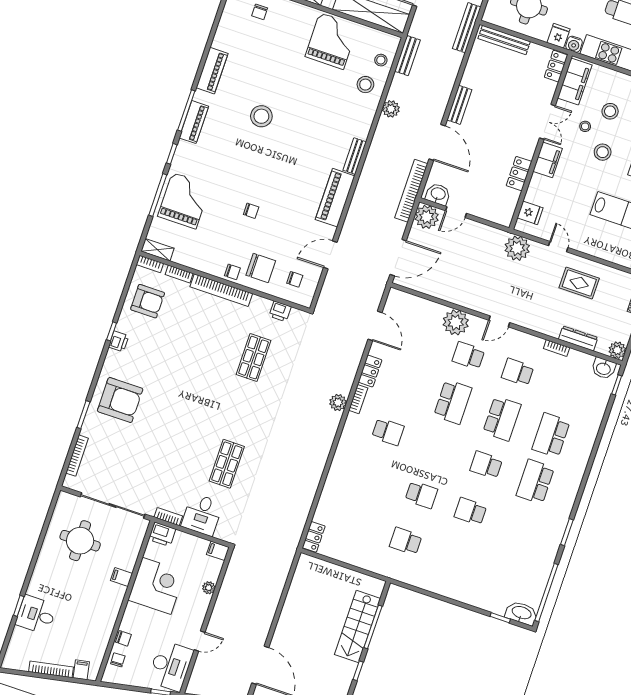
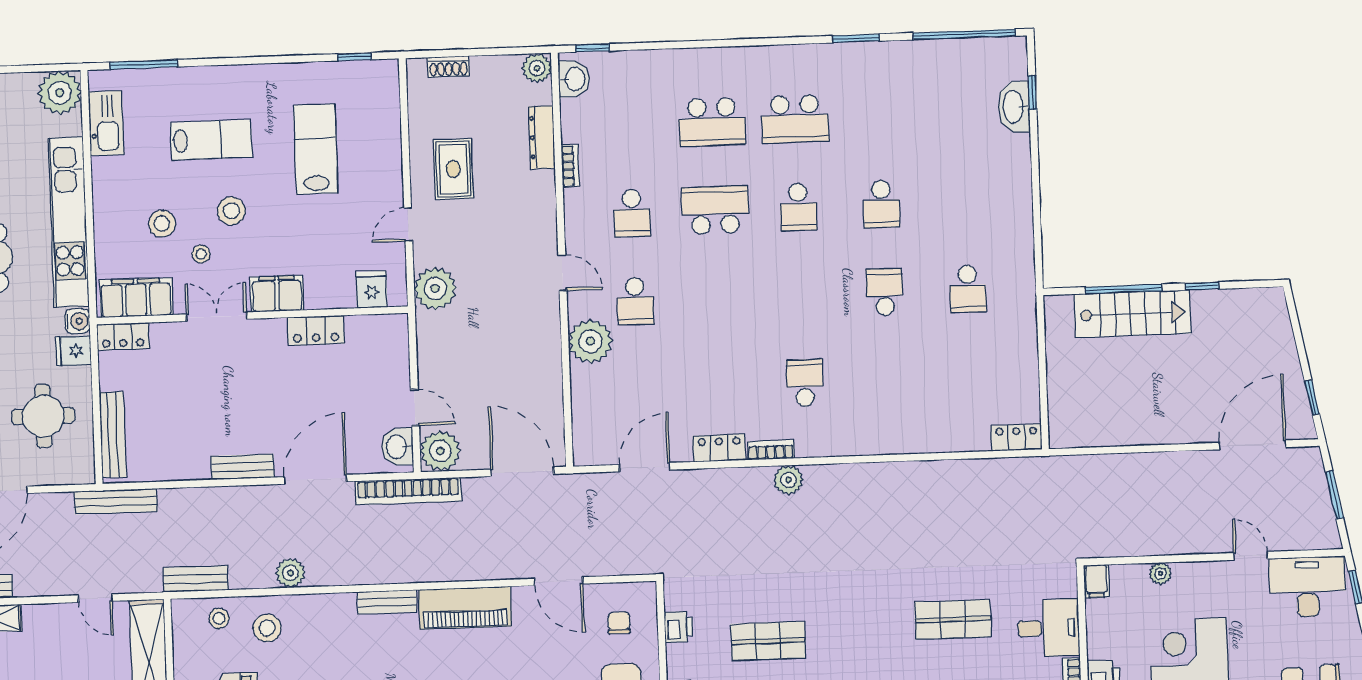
school desk: (453, 402) -> (718, 298), removed
washbasin: (521, 613) -> (1014, 107), moved

